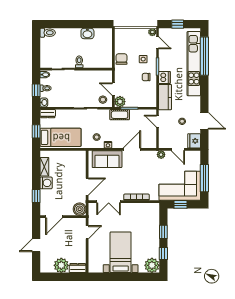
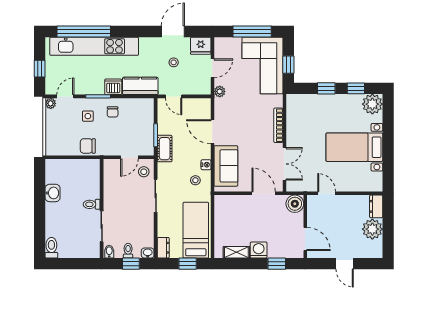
plant: (120, 102) -> (146, 148), removed
door: (157, 121) -> (174, 96), hinge flipped

